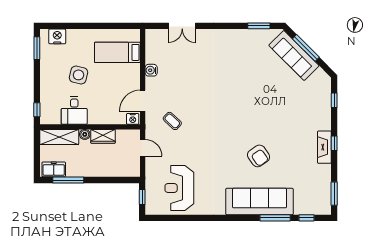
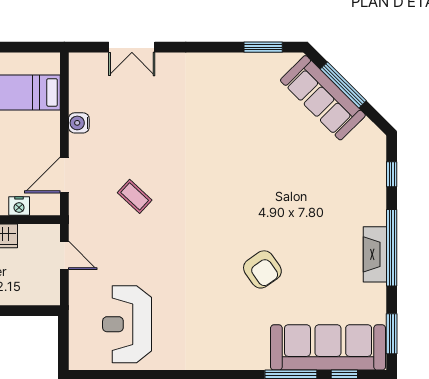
nightstand: (133, 119) -> (19, 206), moved
coffee table: (172, 121) -> (135, 196), moved
window: (334, 143) -> (392, 248), width x3.17
window: (142, 197) -> (63, 340), removed
sofa: (260, 202) -> (328, 347), moved

